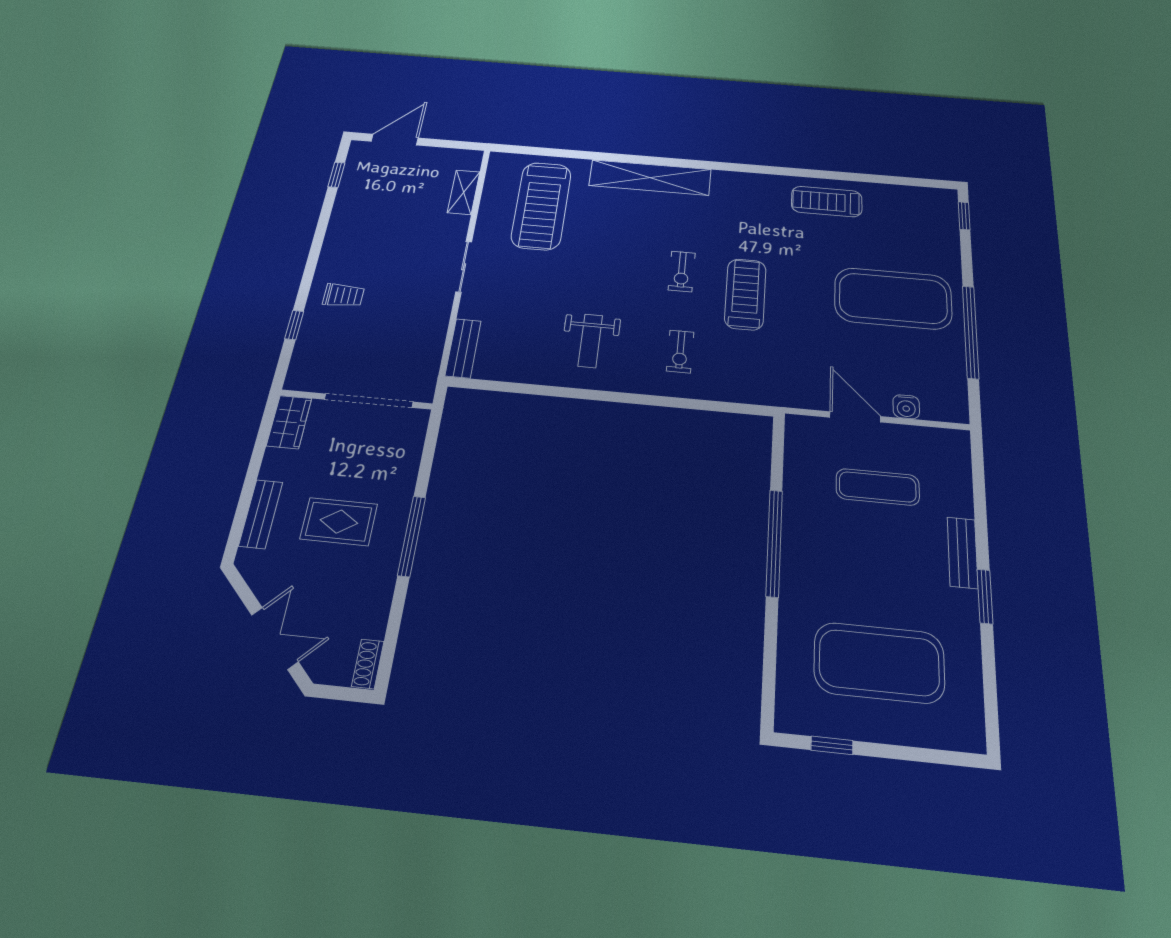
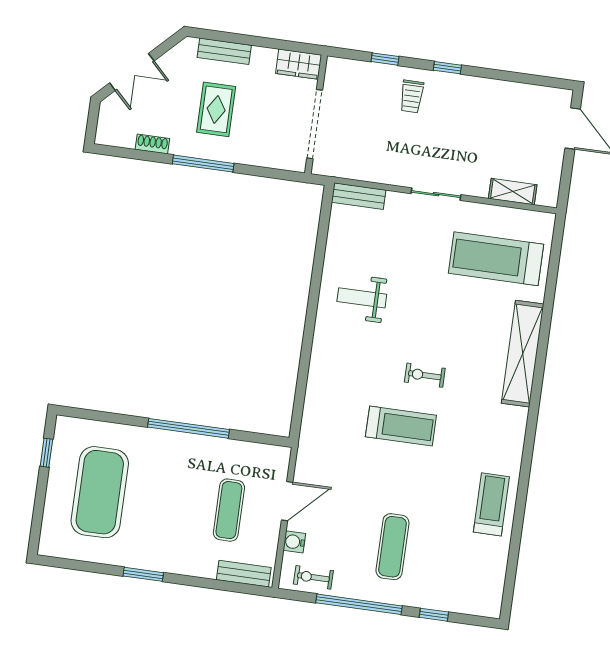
window: (336, 175) -> (447, 68), moved
window: (964, 216) -> (434, 615), moved
exercise mat: (893, 298) -> (392, 547), width x0.50, depth x0.69
exercise bike: (680, 351) -> (313, 577), moved
bench: (963, 553) -> (244, 574), moved
shoe rack: (368, 664) -> (152, 144), moved

